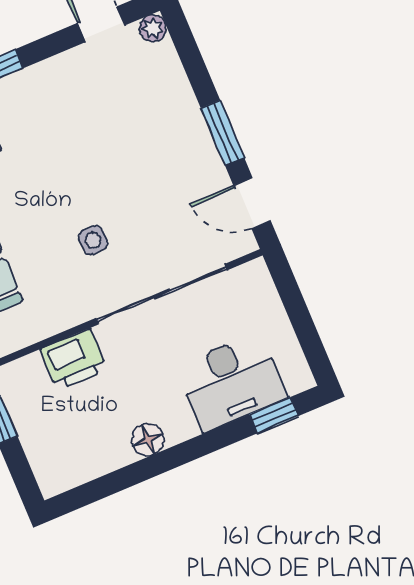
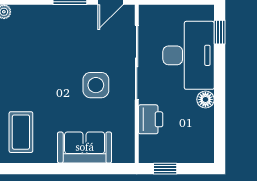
side table: (93, 240) -> (96, 85), width x1.87, depth x1.87
desk: (232, 382) -> (189, 55), width x1.36, depth x1.30

